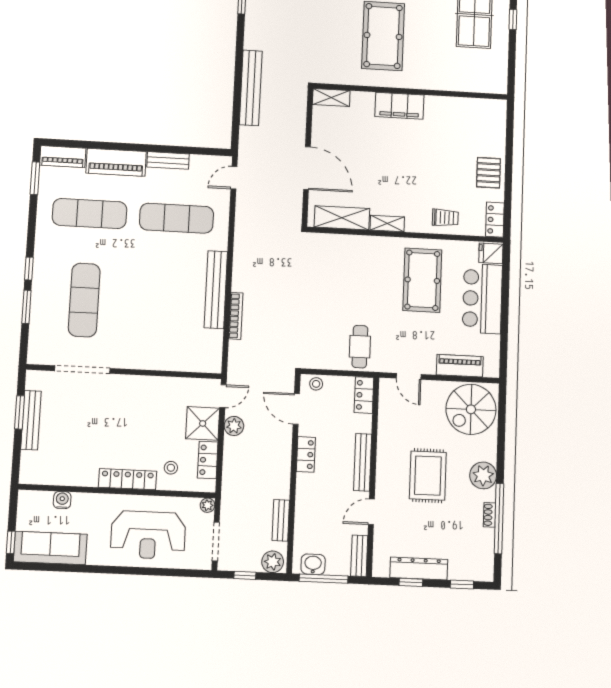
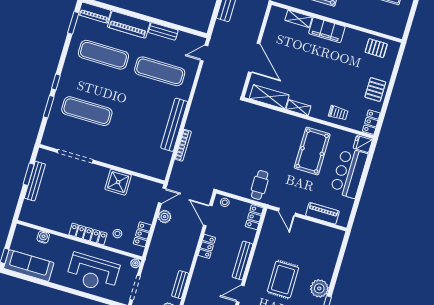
shelving: (331, 98) -> (299, 19), moved
pallet: (475, 115) -> (376, 48), added
exercise mat: (84, 300) -> (87, 111), turned 90
spiral stairs: (471, 409) -> (322, 244), removed
shower: (203, 423) -> (118, 182), moved

